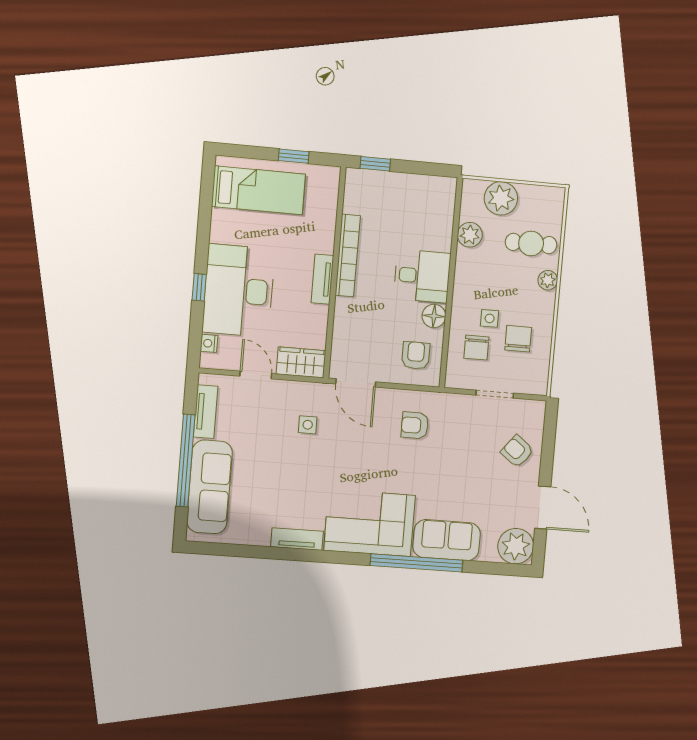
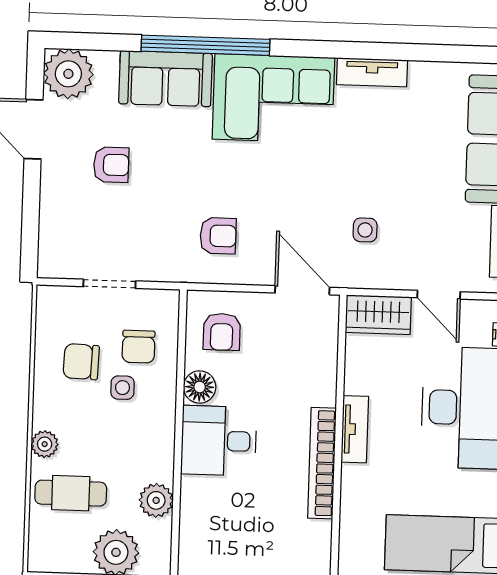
chair: (518, 339) -> (81, 362), turned 92
chair: (476, 348) -> (139, 347), turned 180
armchair: (517, 451) -> (111, 165), moved, turned -38

